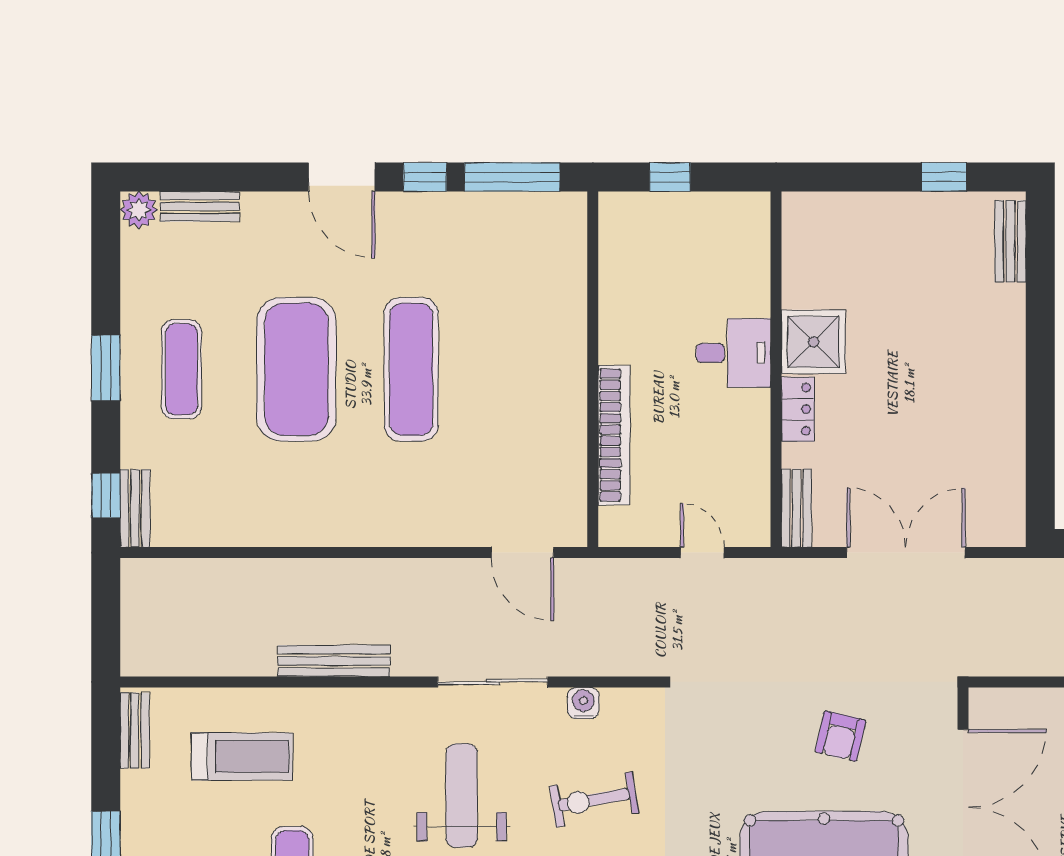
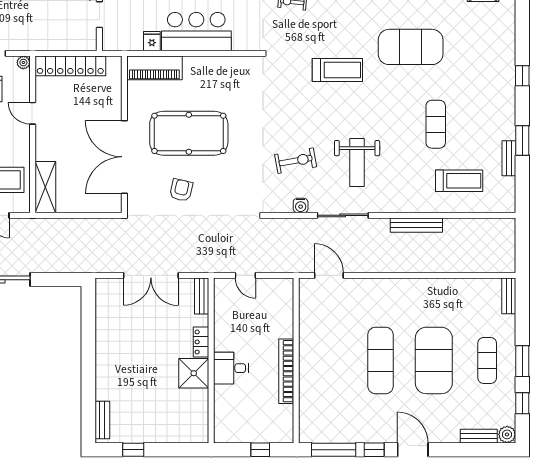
bookcase: (614, 435) -> (286, 371), moved
window: (106, 495) -> (522, 403), moved
bench: (135, 730) -> (509, 158), moved
treadmill: (242, 756) -> (459, 181), turned 180

